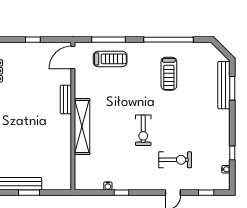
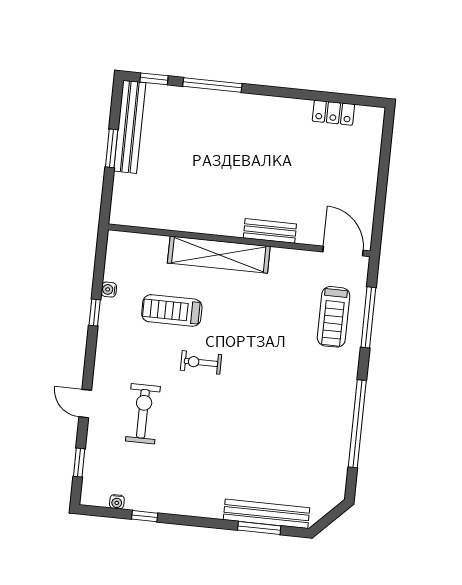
window: (33, 40) -> (382, 183), removed
treadmill: (169, 74) -> (172, 310), moved
exercise bike: (143, 130) -> (201, 362), width x0.73, depth x0.72
exercise bike: (175, 160) -> (143, 414), turned 180

